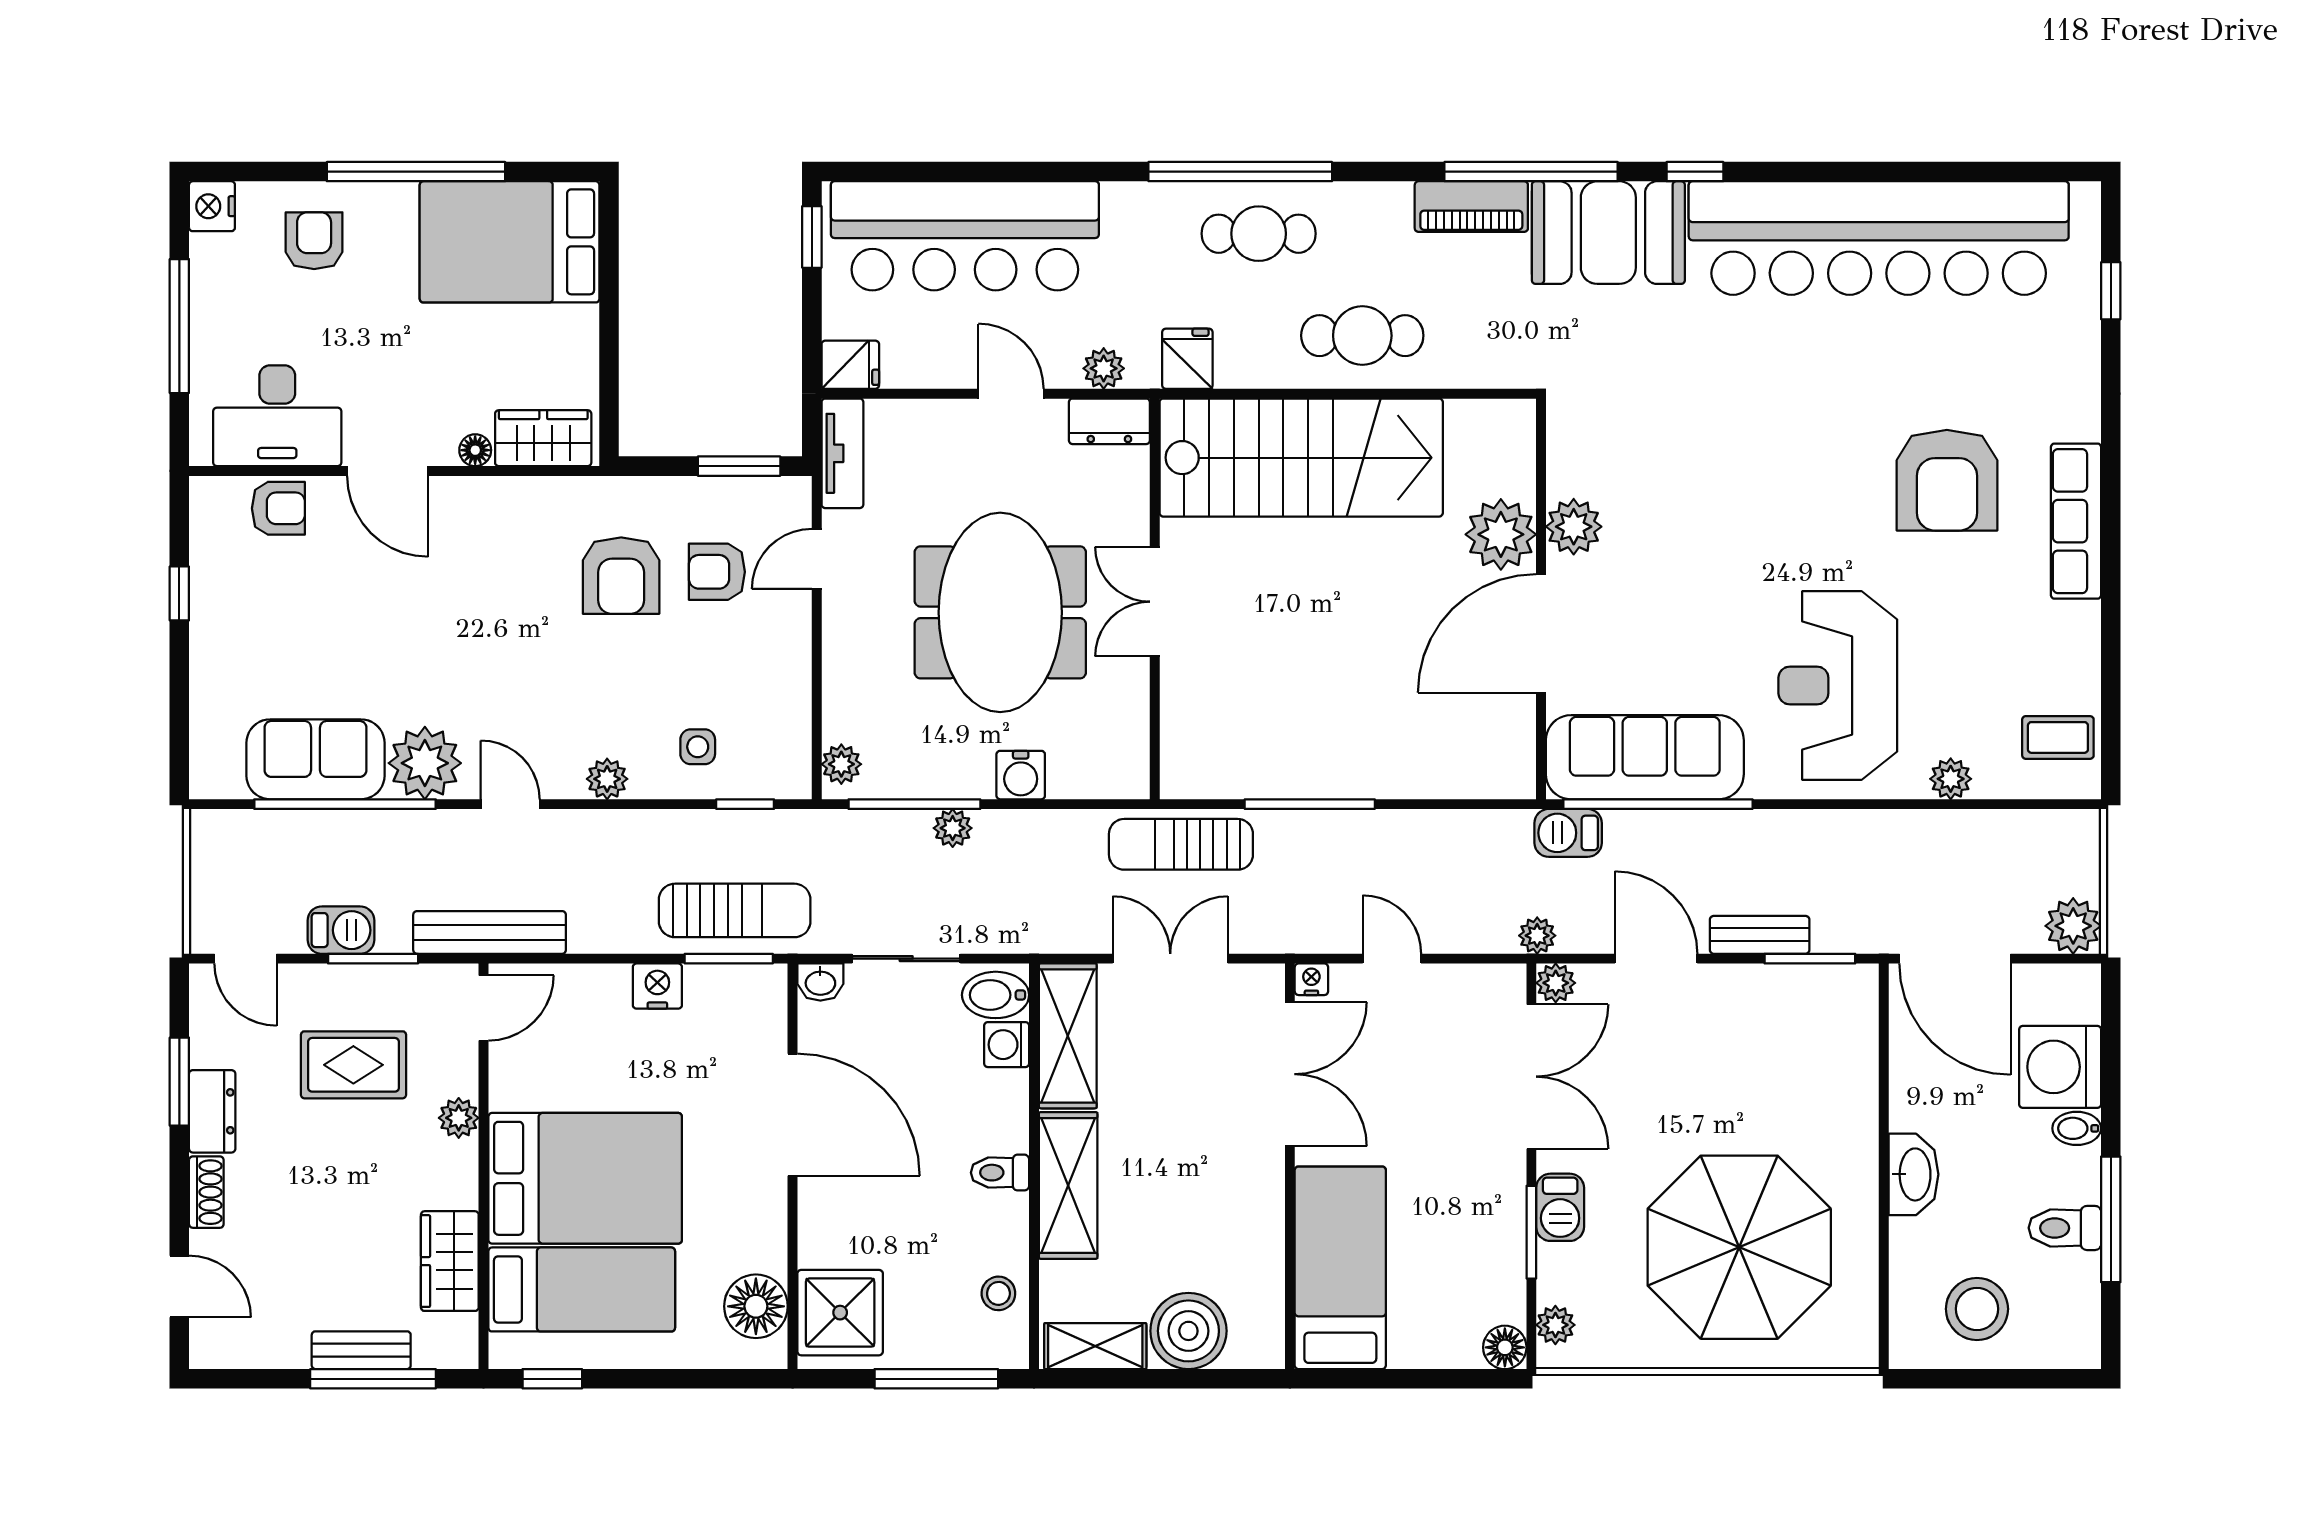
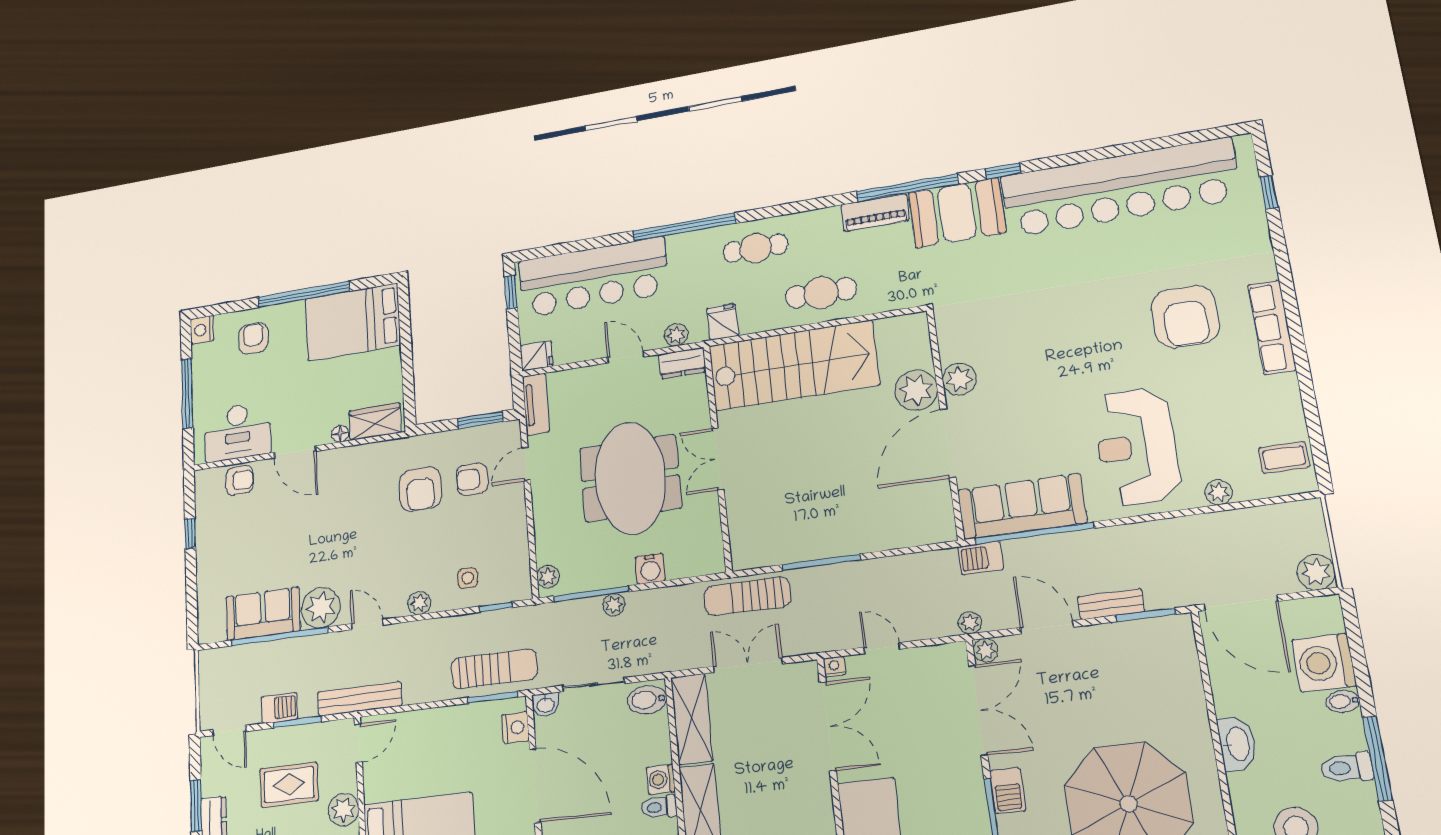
window: (1240, 172) -> (684, 227), moved
nightstand: (657, 986) -> (515, 728), moved, turned 90
washing machine: (1007, 1045) -> (661, 779), moved
plant: (459, 1118) -> (343, 810), width x1.38, depth x1.38

